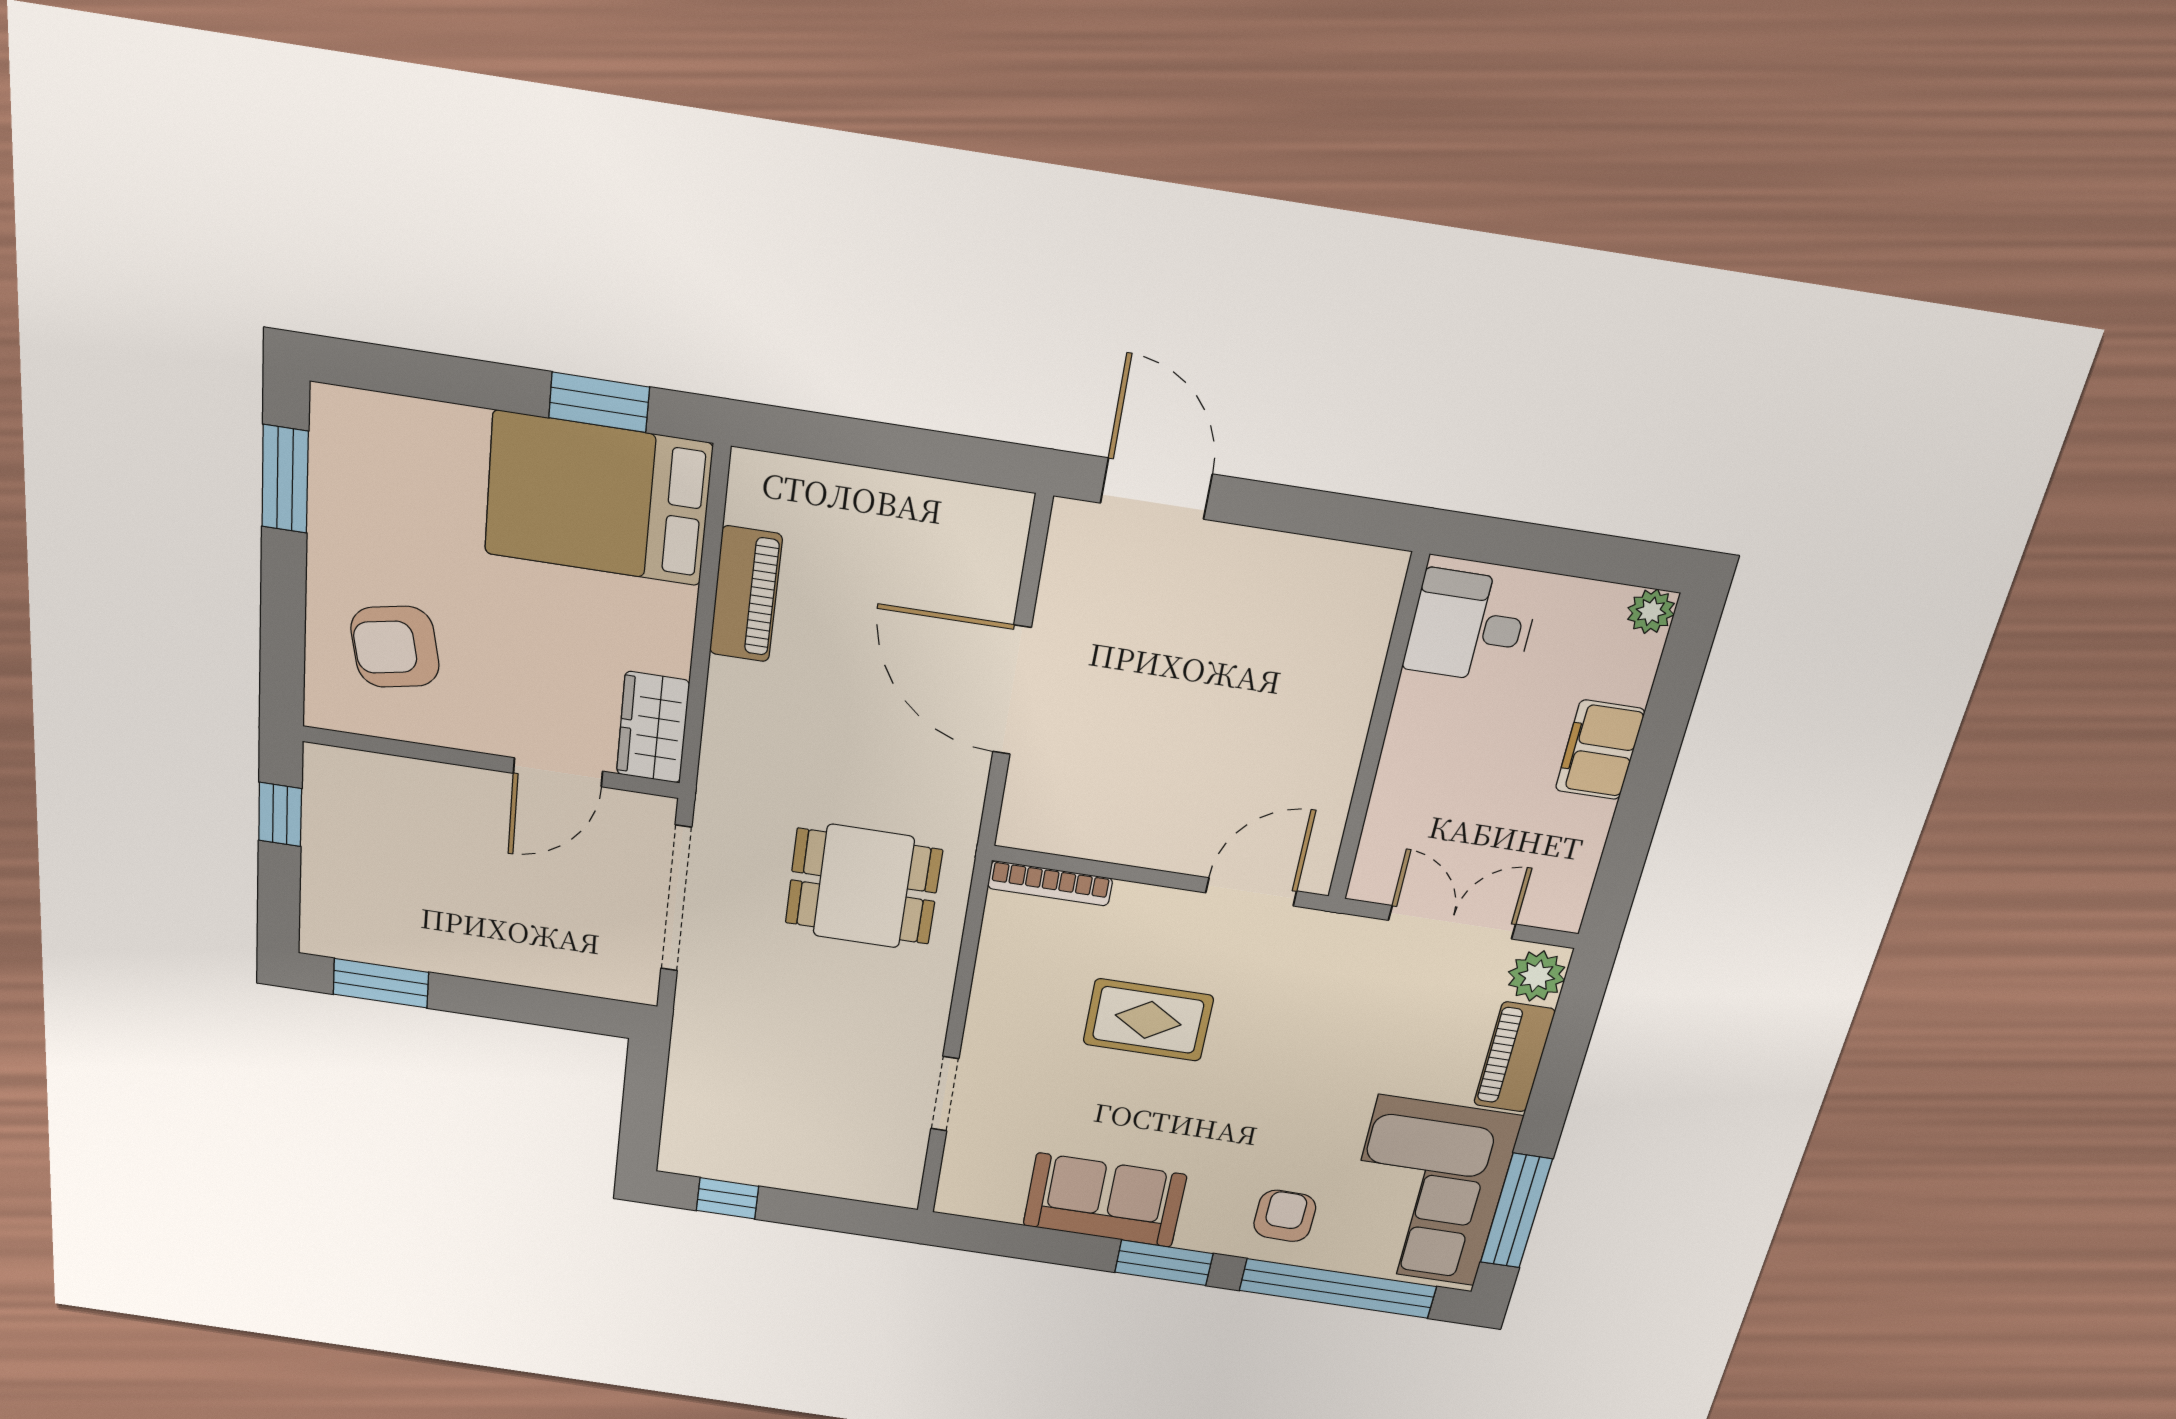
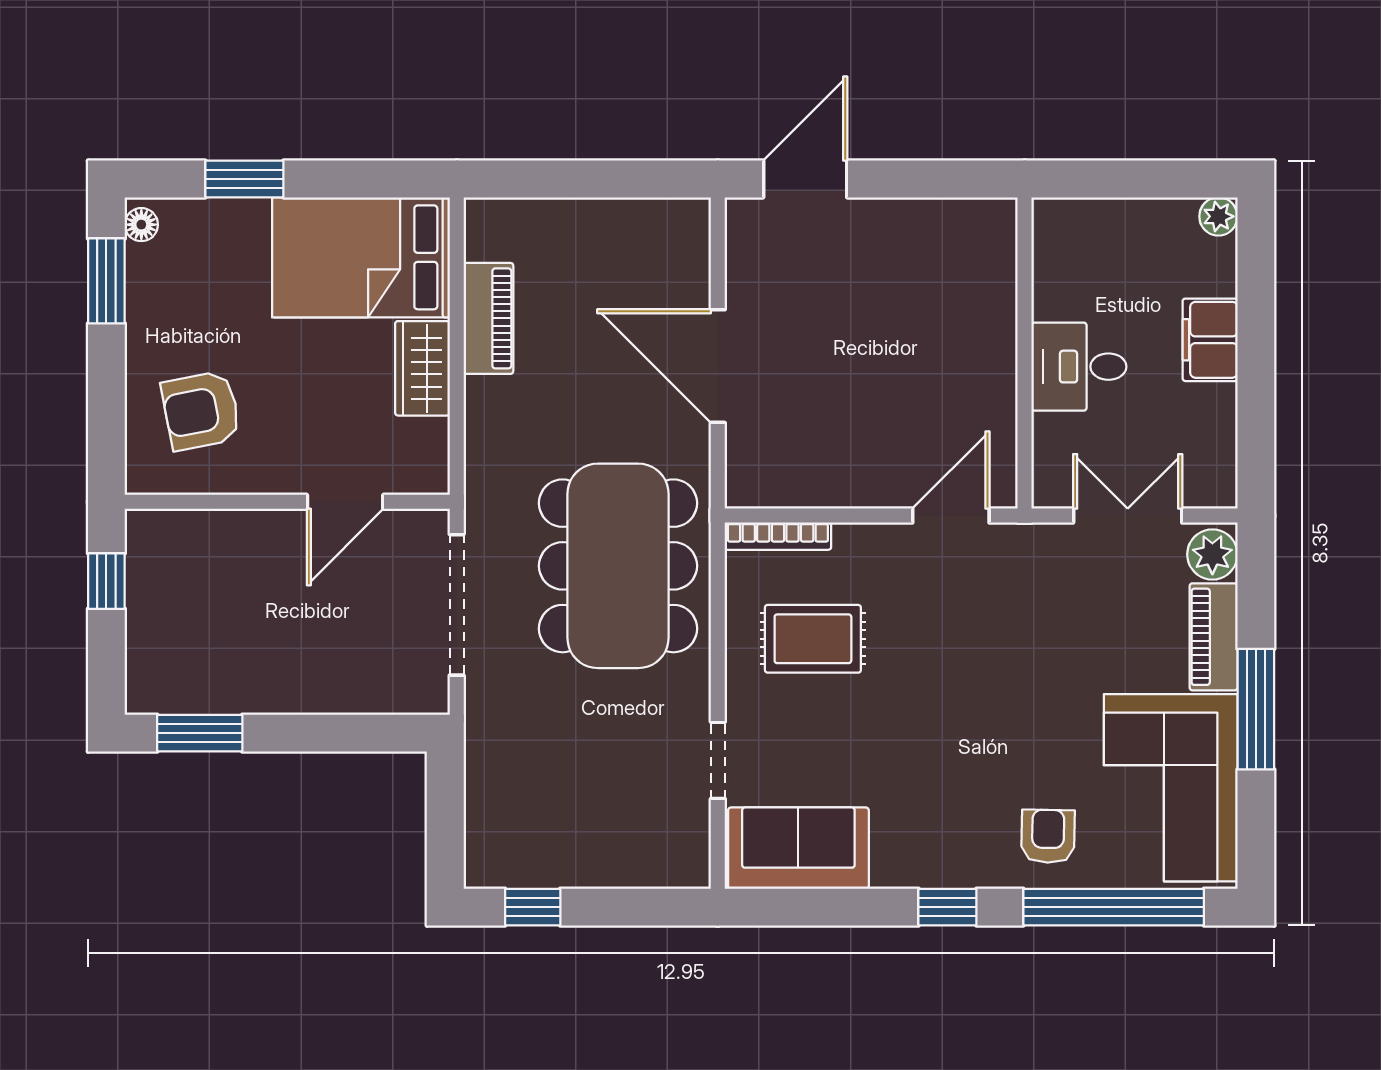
window: (599, 402) -> (244, 179), moved
floor lamp: (329, 417) -> (141, 225), added
door: (1156, 489) -> (805, 179), hinge flipped
desk: (1471, 627) -> (1079, 367), moved
wardrobe: (653, 728) -> (422, 368), moved
dining table: (863, 886) -> (618, 566), width x1.88, depth x1.24
rug: (1148, 1020) -> (813, 639), moved
sofa: (1105, 1200) -> (798, 848), moved
window: (1516, 1211) -> (1256, 709), moved
window: (1164, 1263) -> (947, 907), width x0.67

